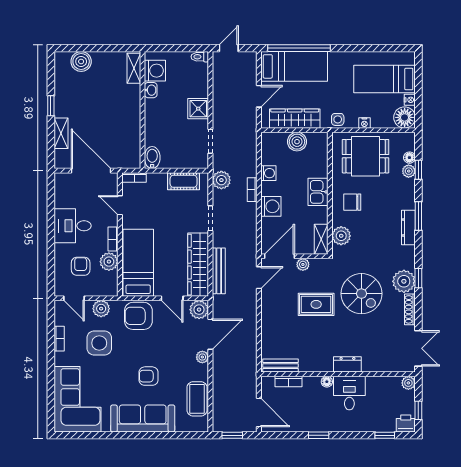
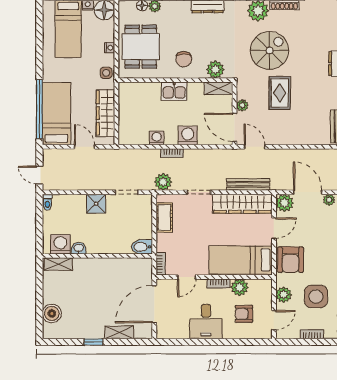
boiler: (297, 142) -> (127, 111), removed

